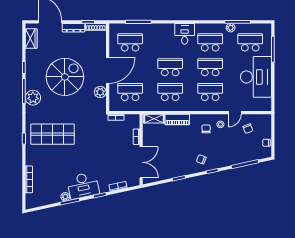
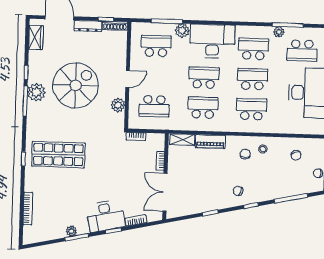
plant: (151, 29) -> (182, 31), added
desk: (185, 34) -> (212, 41), width x1.87, depth x1.30
school desk: (250, 42) -> (302, 51), turned 180
door: (108, 70) -> (128, 79), width x0.53
school desk: (130, 92) -> (154, 106), turned 180
plant: (33, 98) -> (36, 92), moved
door: (235, 113) -> (281, 135), removed
double door: (141, 162) -> (165, 192), swing flipped
desk: (83, 185) -> (105, 216), moved

